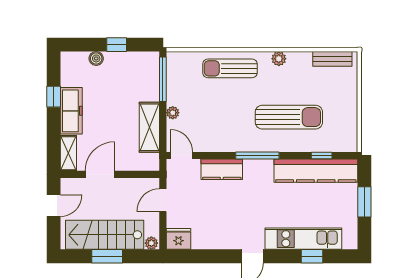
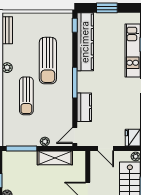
sun lounger: (230, 68) -> (26, 96), moved
sun lounger: (289, 117) -> (48, 61), turned 180
window: (322, 156) -> (75, 25), moved

